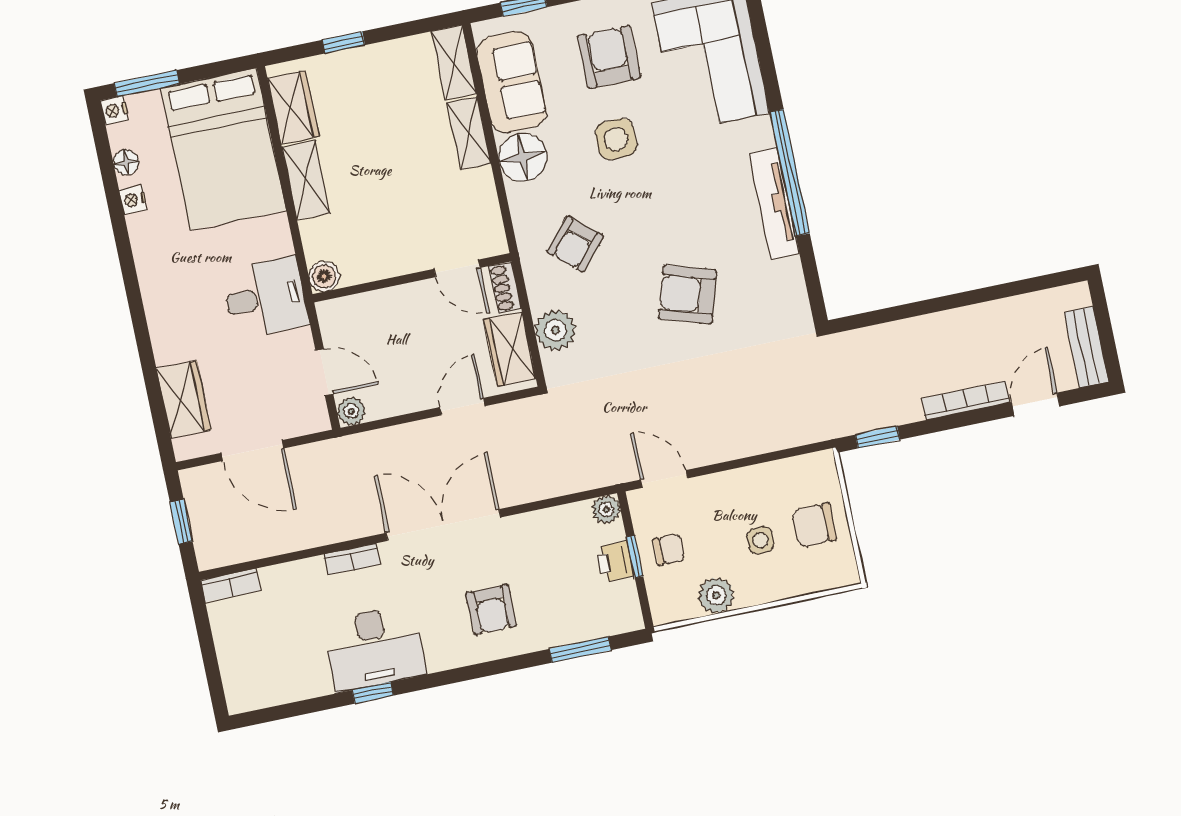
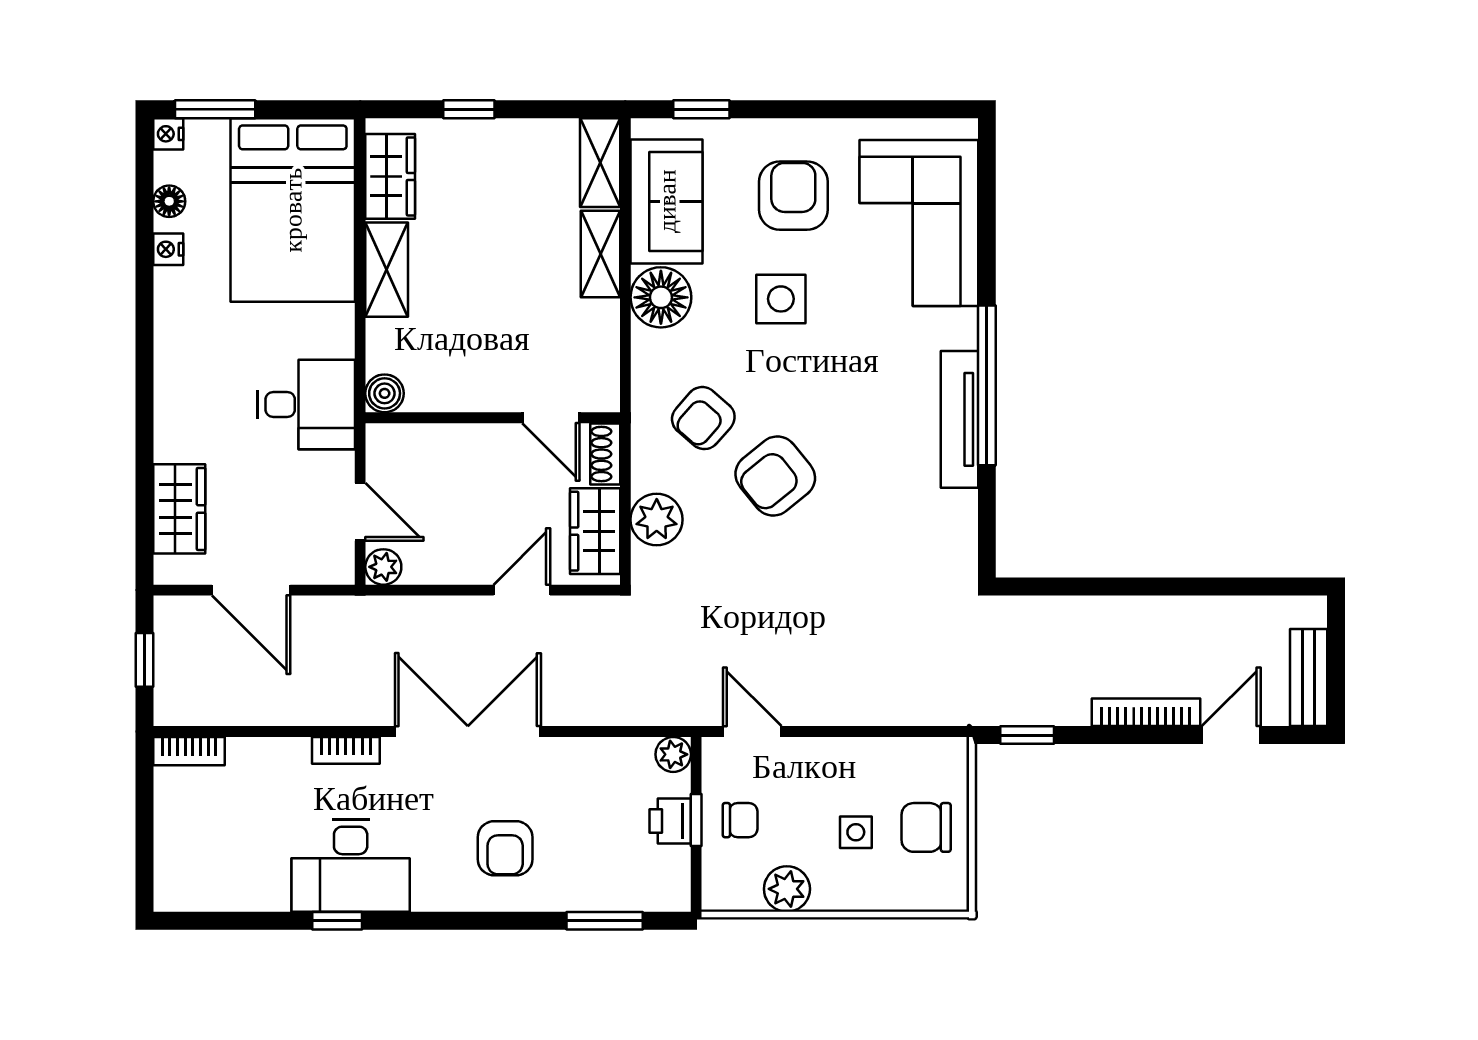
armchair: (688, 294) -> (775, 476), moved, turned -56

